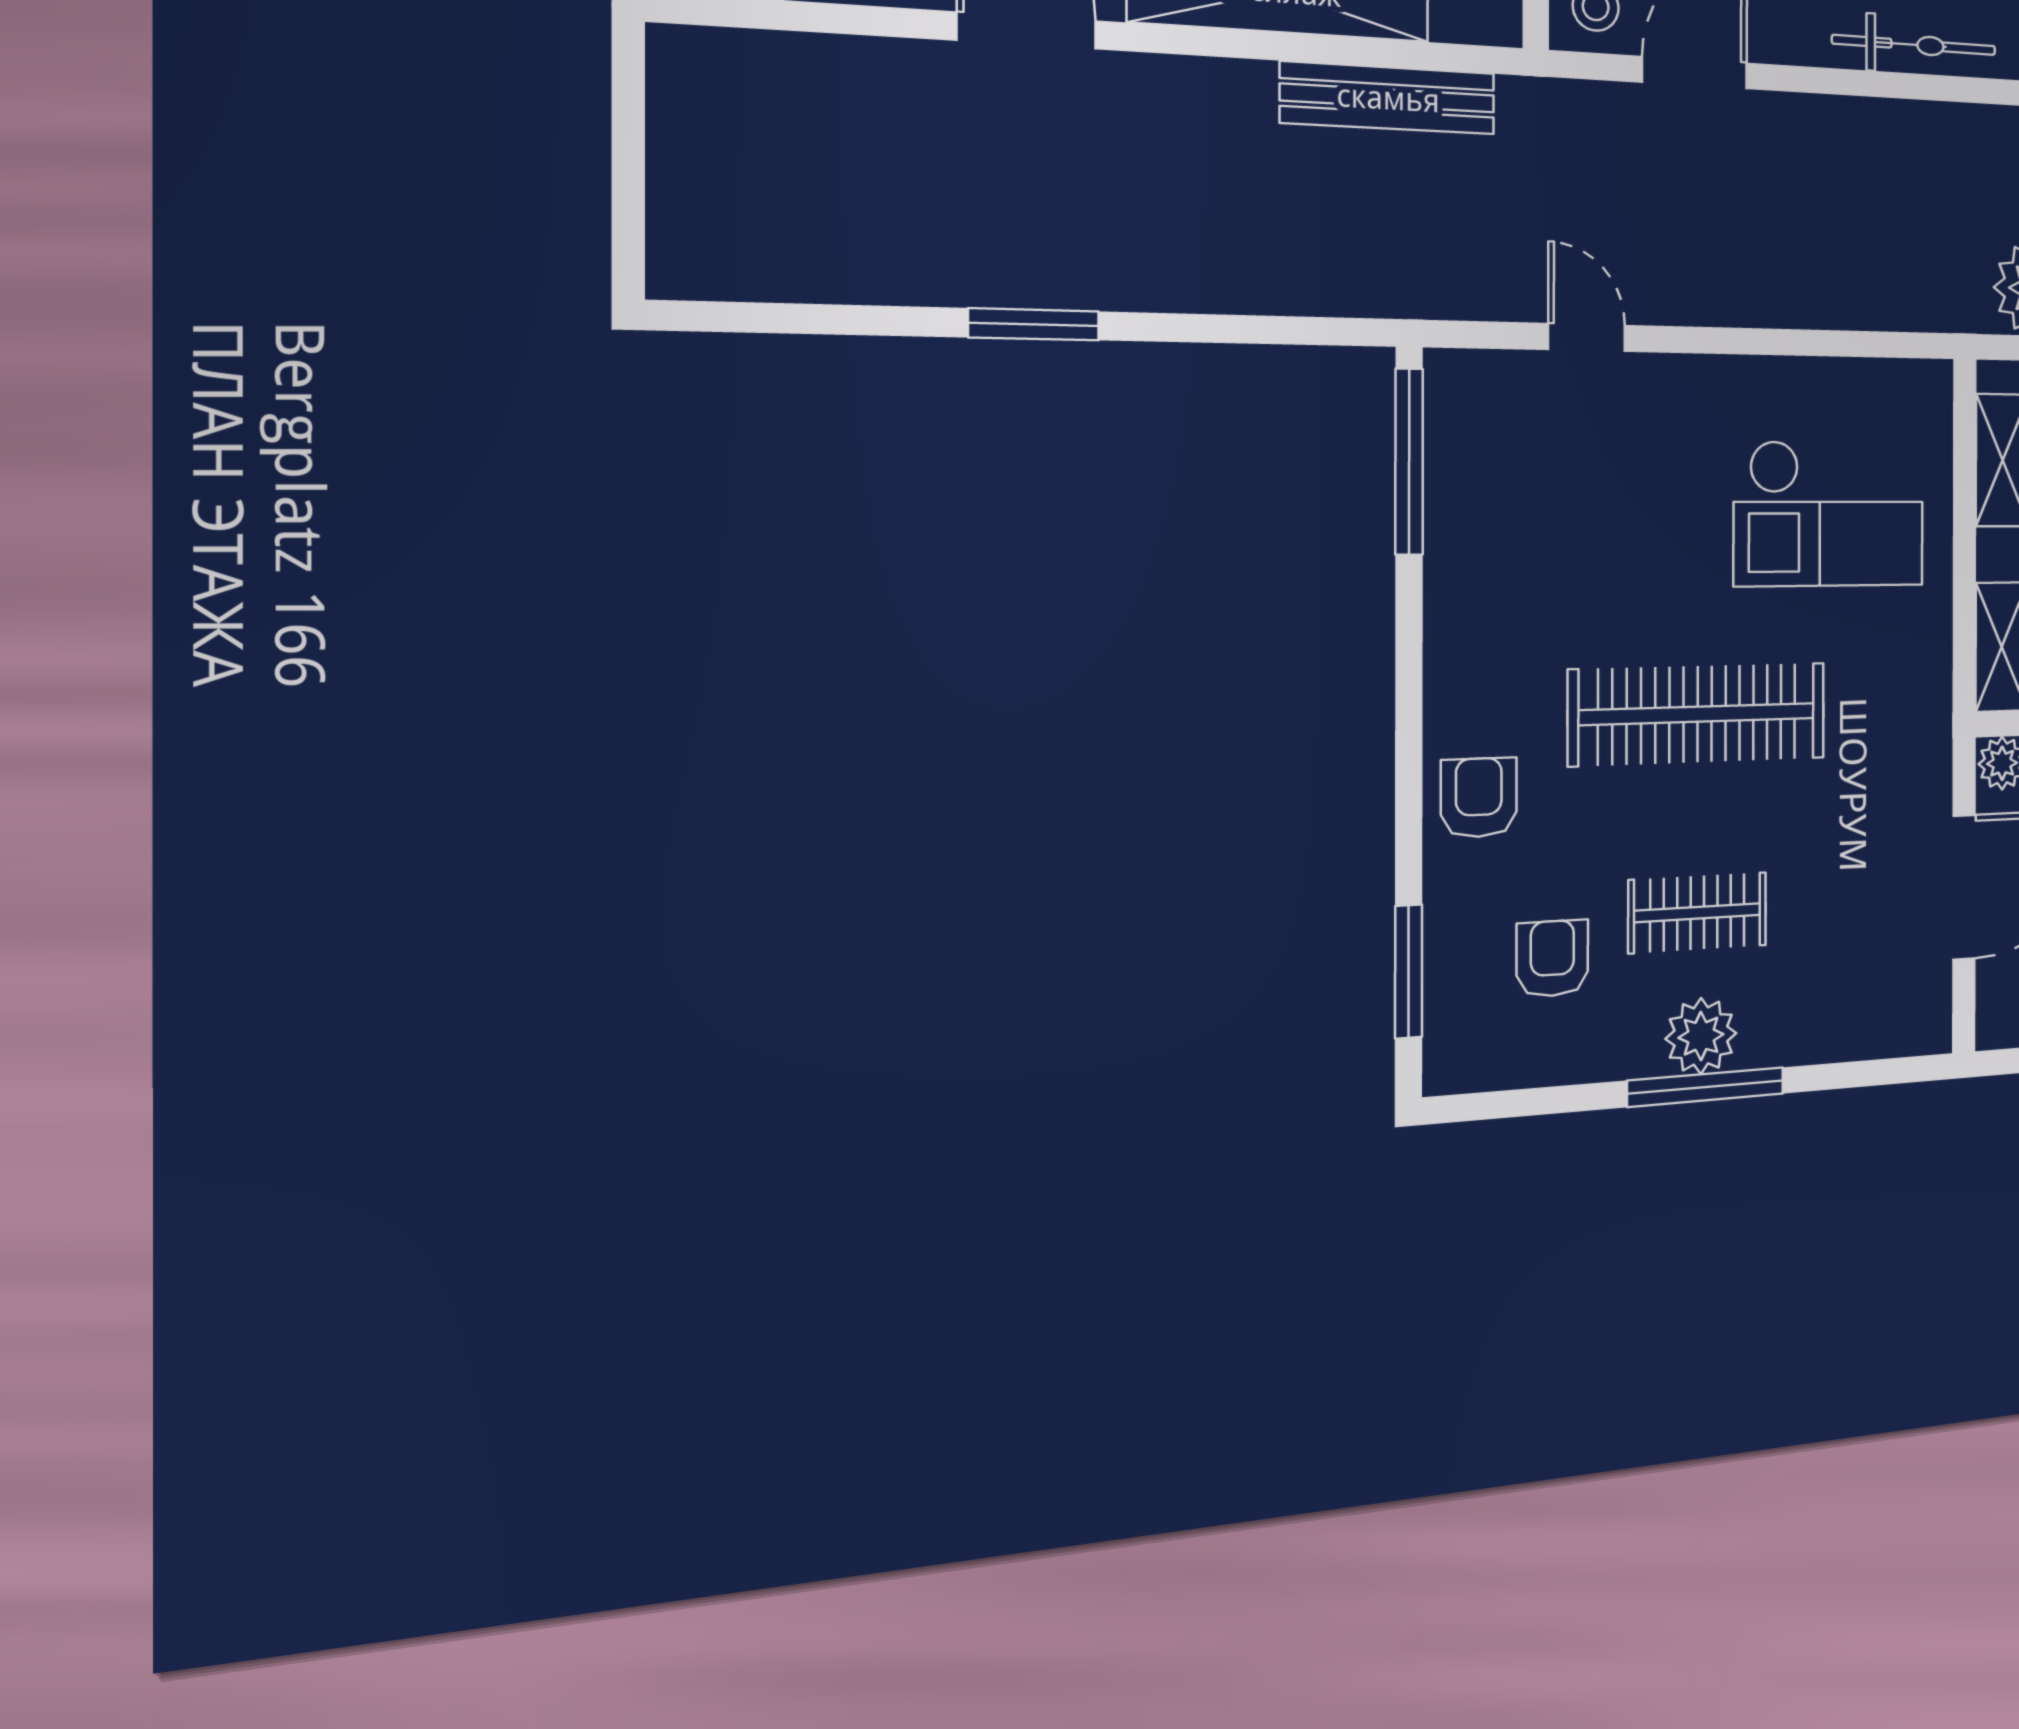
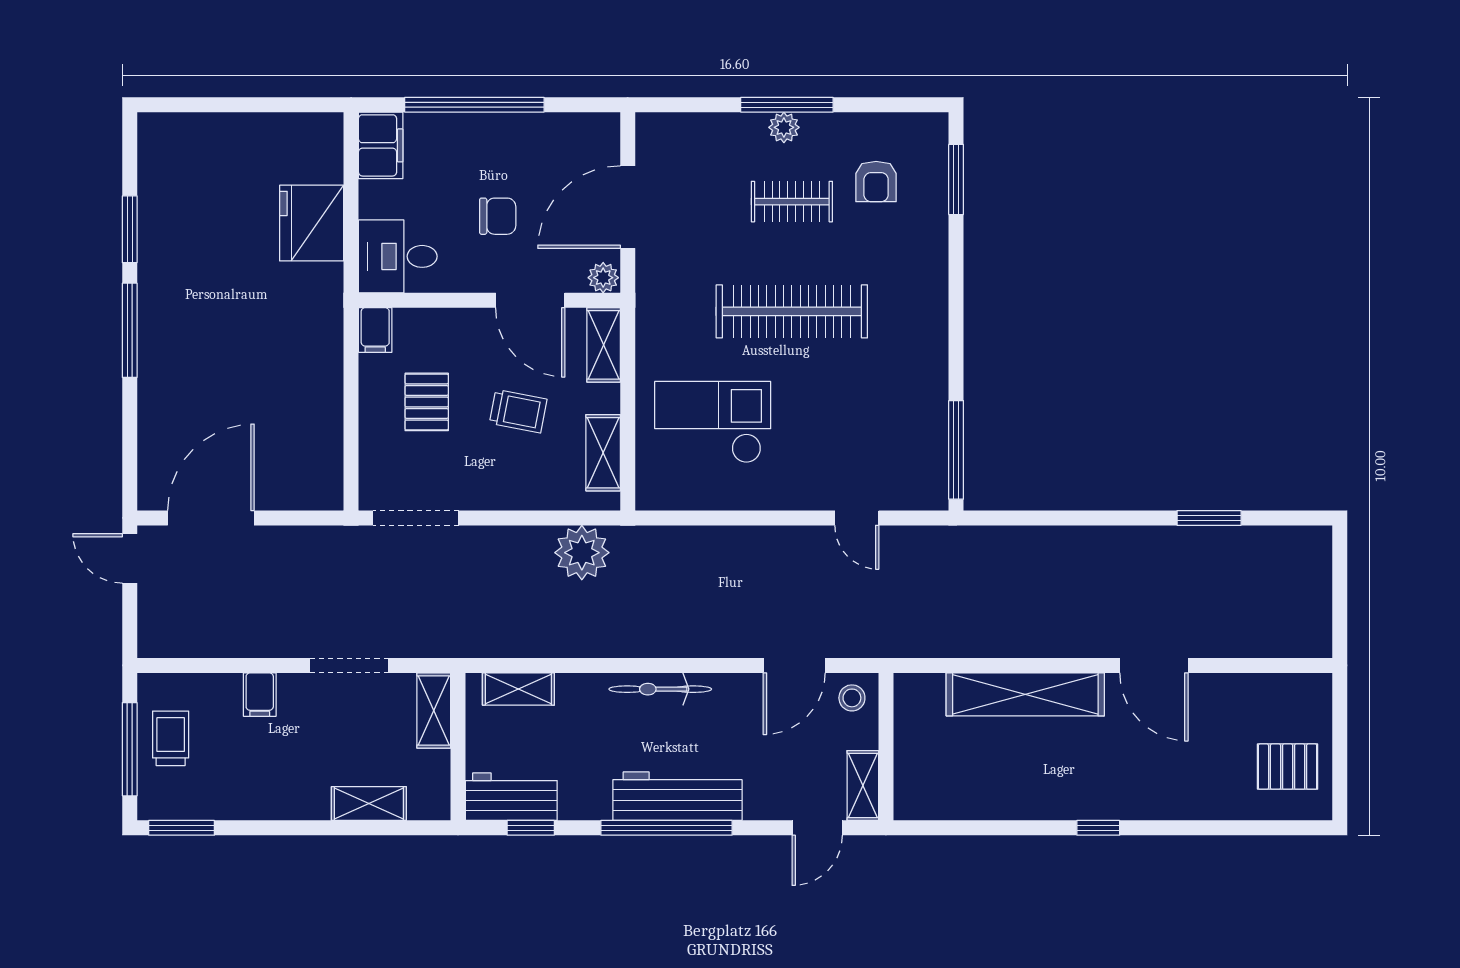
bench: (1388, 98) -> (968, 642), removed
window: (1034, 324) -> (1209, 518), moved
armchair: (1479, 798) -> (917, 270), removed
plant: (1701, 1036) -> (784, 127), width x0.73, depth x0.73

